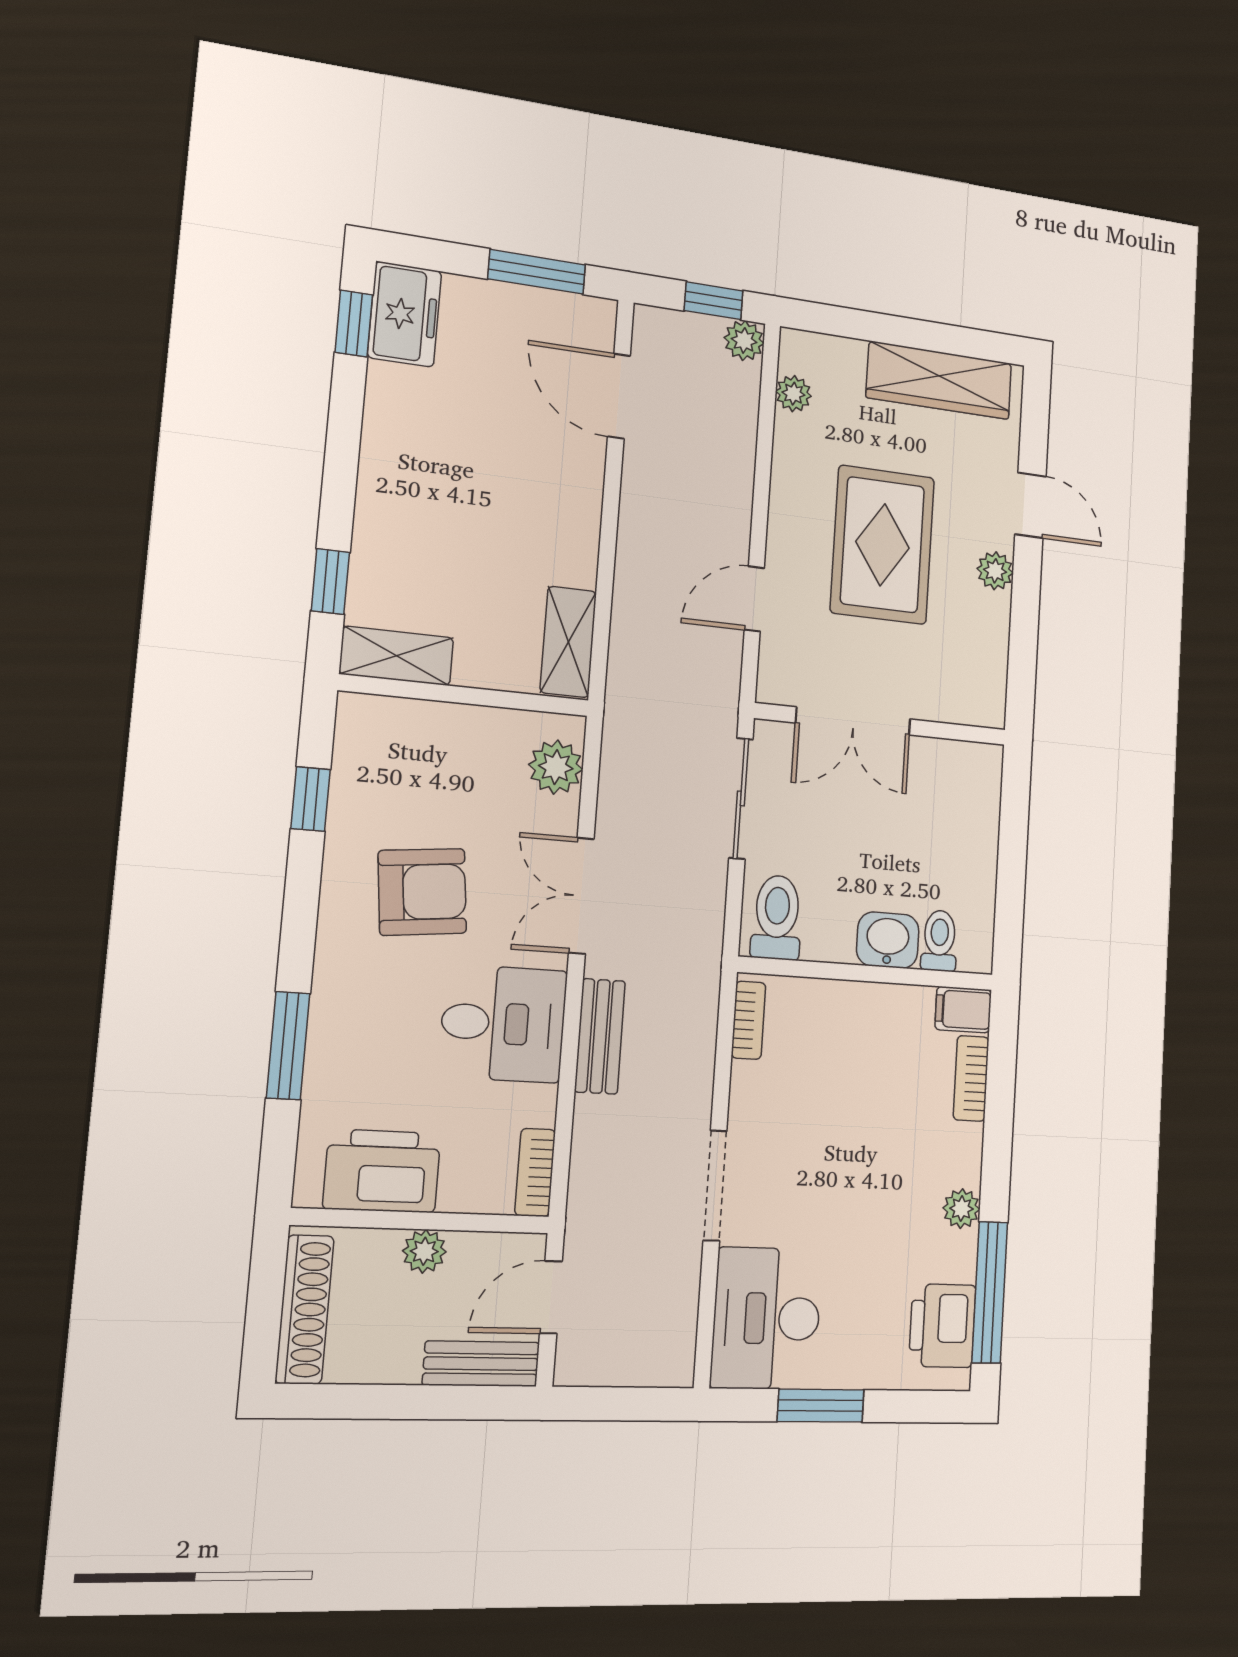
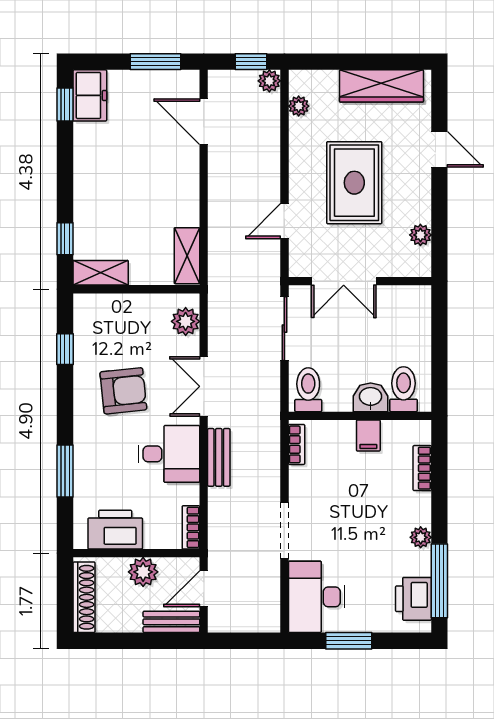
plant: (995, 571) -> (420, 235), moved
toilet: (939, 941) -> (404, 389), width x1.37, depth x1.39
filing cabinet: (963, 1010) -> (368, 435), moved, turned -90
plant: (424, 1251) -> (143, 572), width x1.38, depth x1.38

